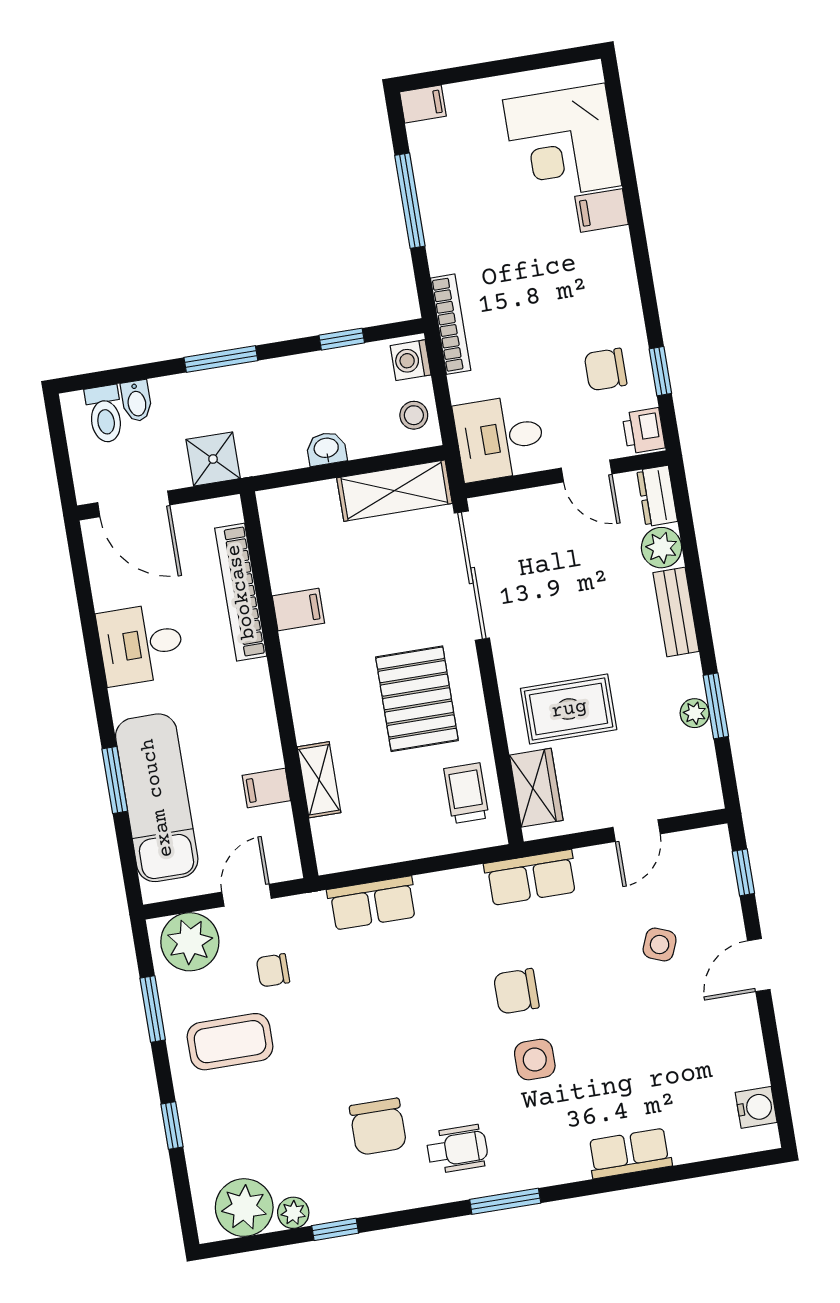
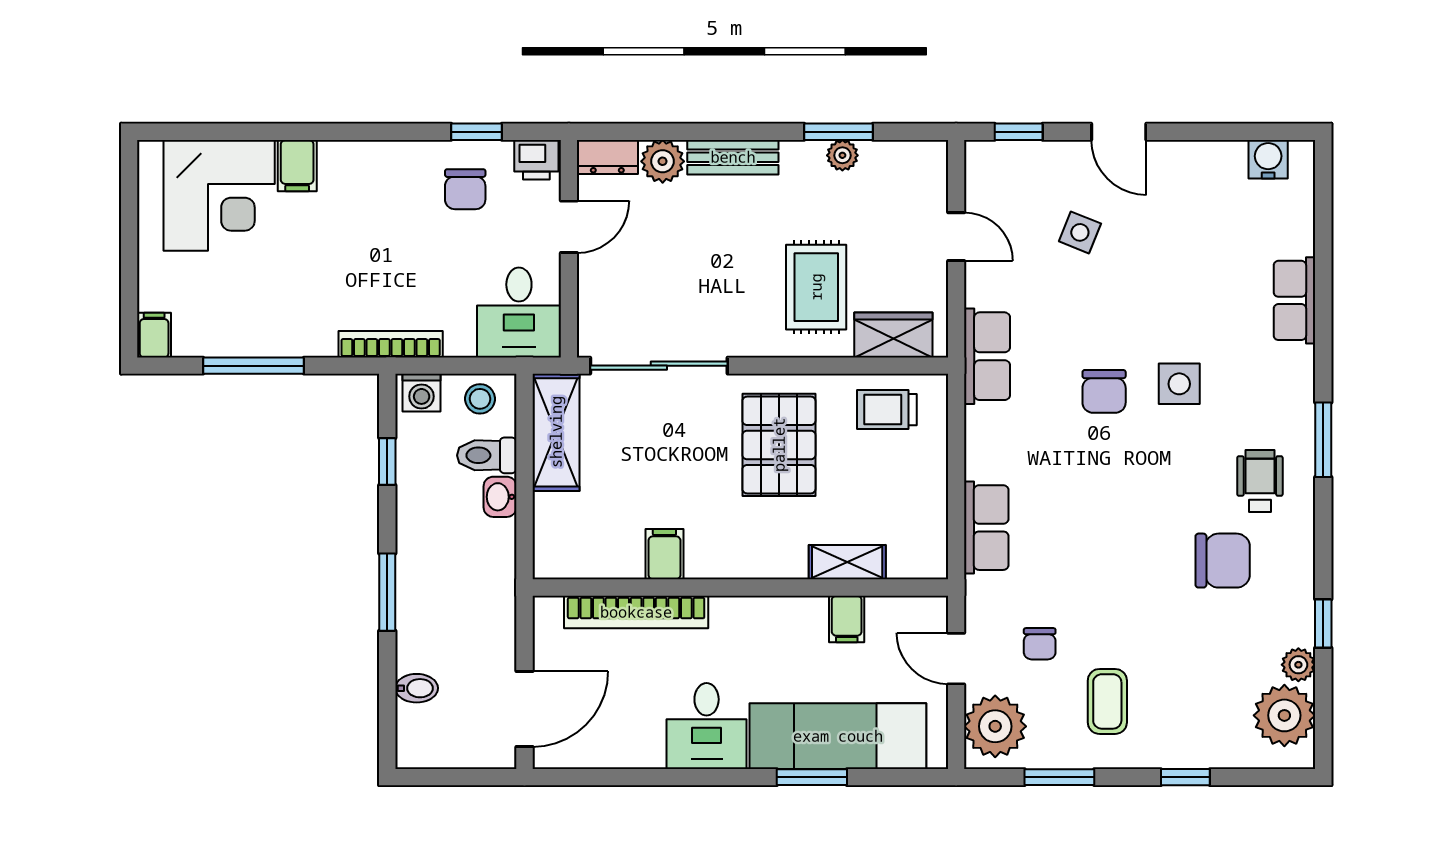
toilet: (105, 414) -> (487, 455), moved, turned 180
shower: (213, 459) -> (491, 618), removed
desk: (141, 644) -> (707, 726), moved
pallet: (417, 699) -> (779, 445), turned 90
coffee table: (230, 1042) -> (1107, 701), width x0.73, depth x0.77

